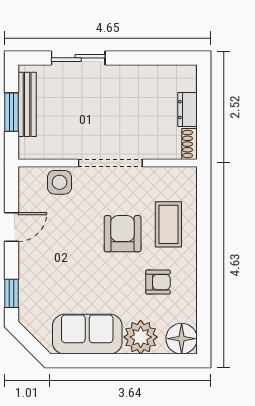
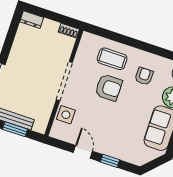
dresser: (187, 110) -> (32, 20), moved
armchair: (123, 234) -> (109, 88), turned 180
window: (11, 293) -> (110, 161), moved

